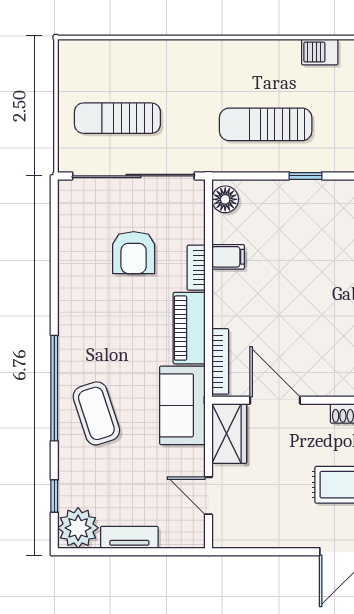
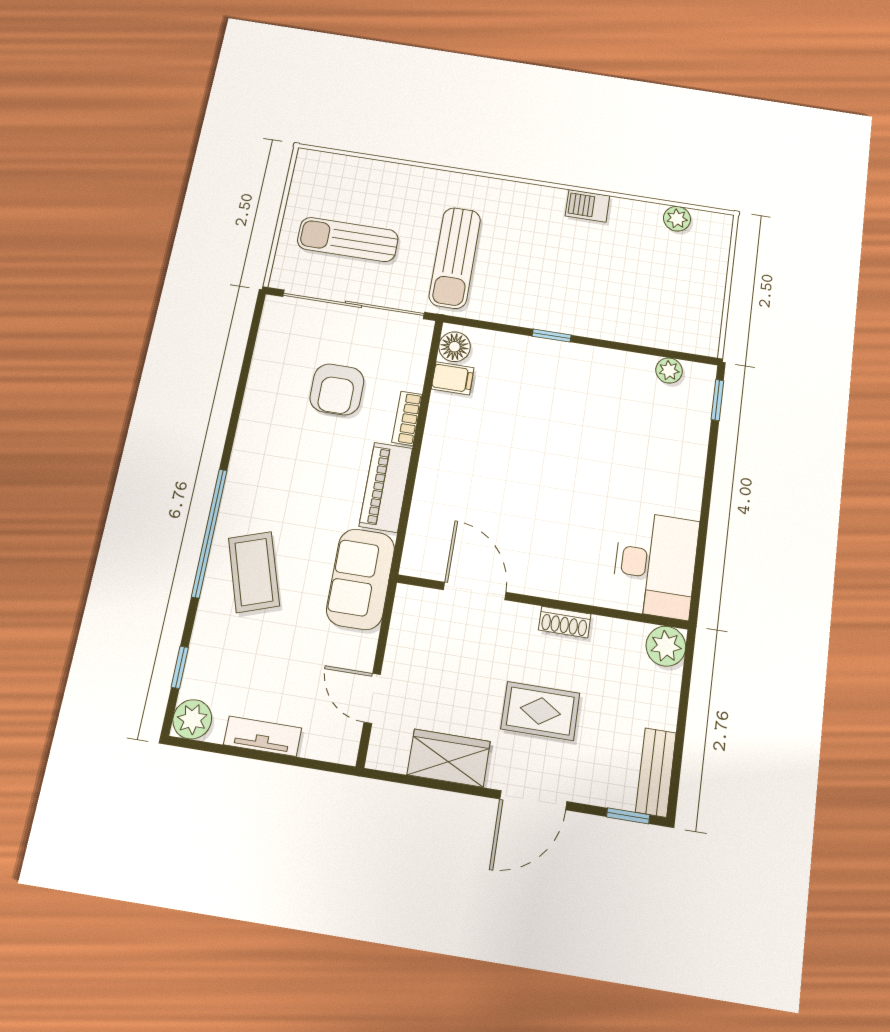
sun lounger: (266, 124) -> (455, 258), moved, turned -90
filing cabinet: (228, 257) -> (453, 378), moved
bookcase: (220, 361) -> (416, 533), removed
wardrobe: (229, 434) -> (449, 758), moved, turned -90
plant: (78, 528) -> (192, 719), width x0.73, depth x0.73

